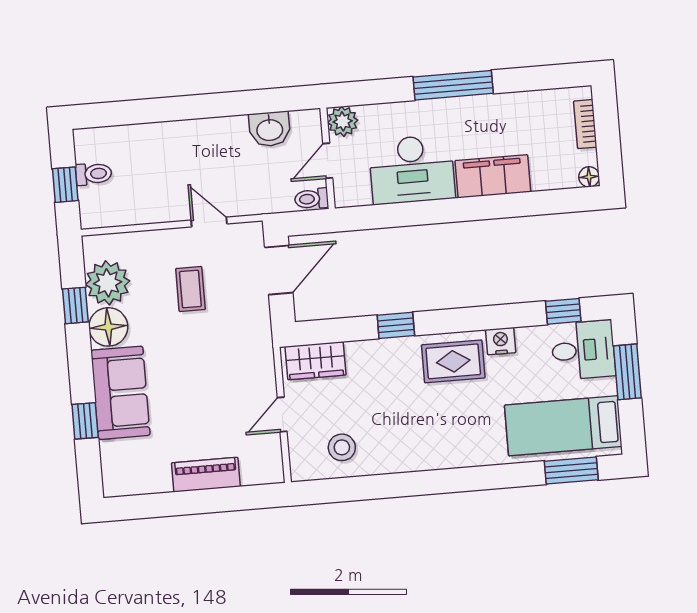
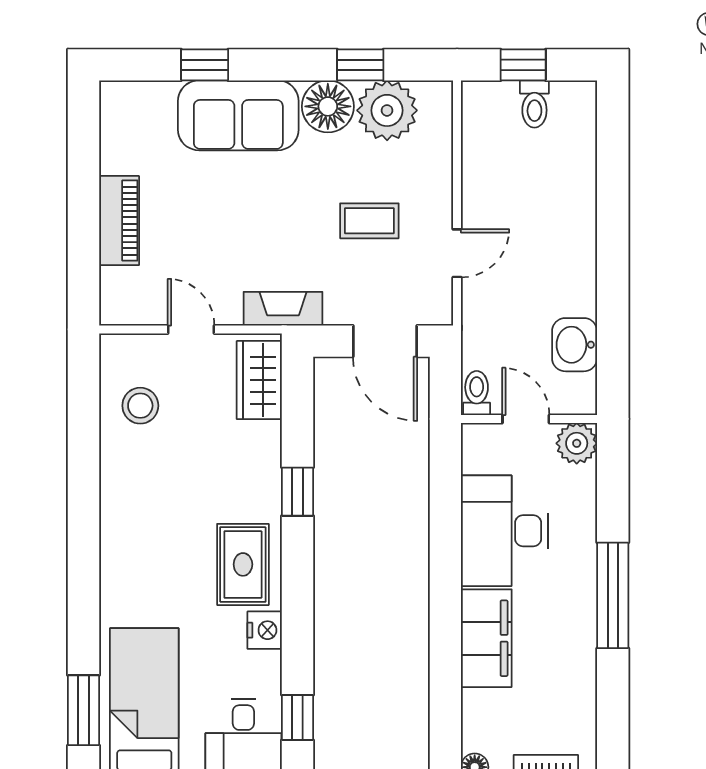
fireplace: (261, 348) -> (283, 309), added

